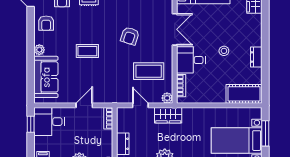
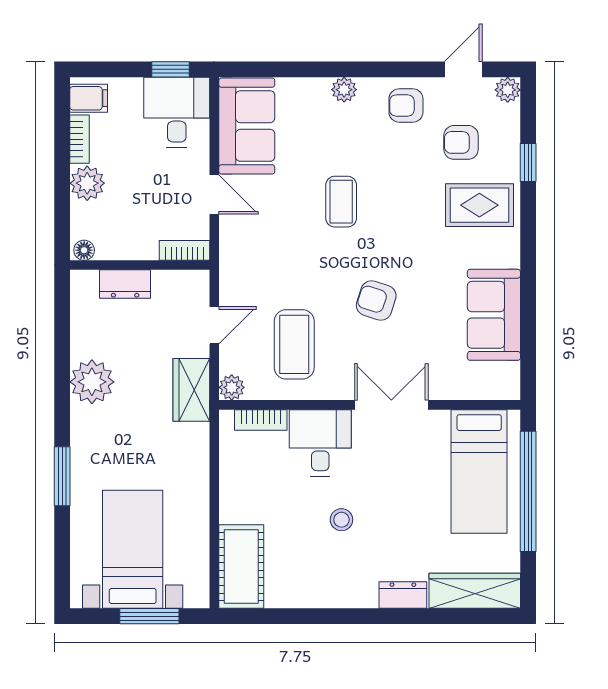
double door: (175, 29) -> (391, 405), swing flipped
dresser: (256, 57) -> (403, 595), moved
sofa: (46, 77) -> (247, 126), moved, turned -90

